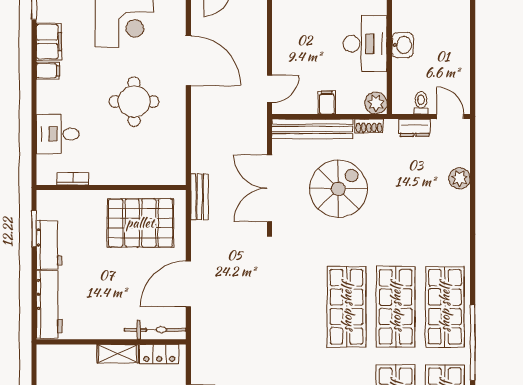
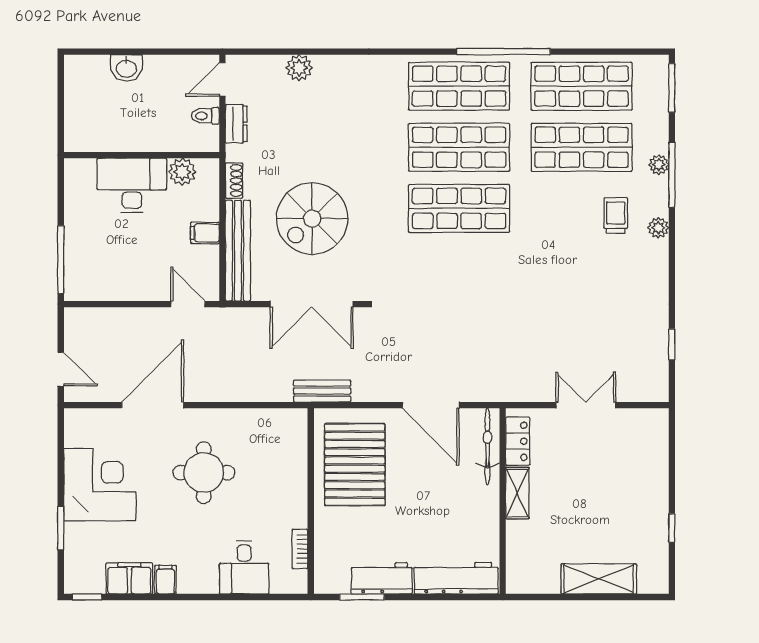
washbasin: (403, 45) -> (126, 68), moved, turned 180
plant: (376, 103) -> (182, 172), moved
spiral stairs: (338, 189) -> (312, 219), turned -90

